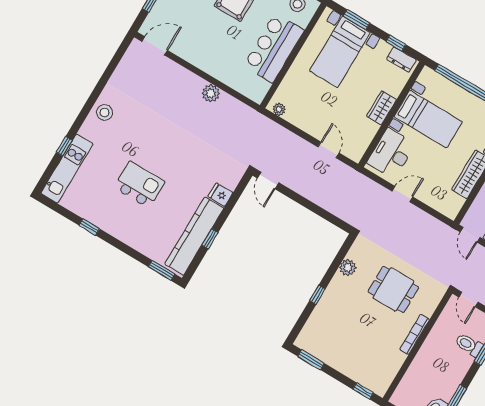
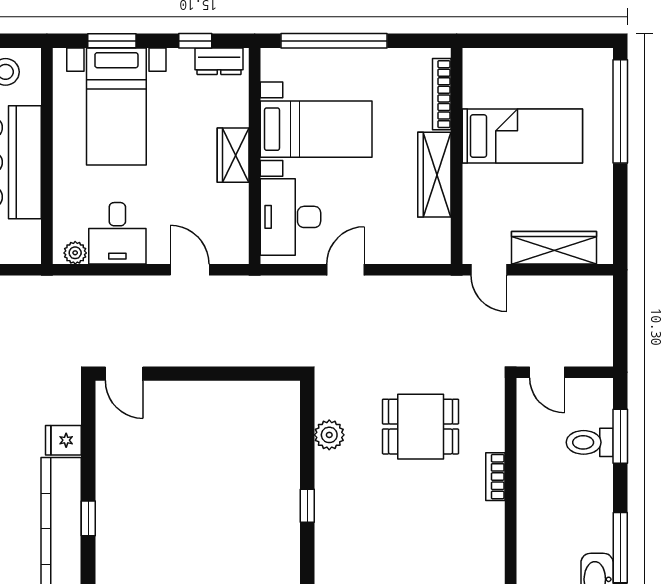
desk: (305, 112) -> (117, 233), added
bookcase: (415, 334) -> (495, 477), width x0.64

